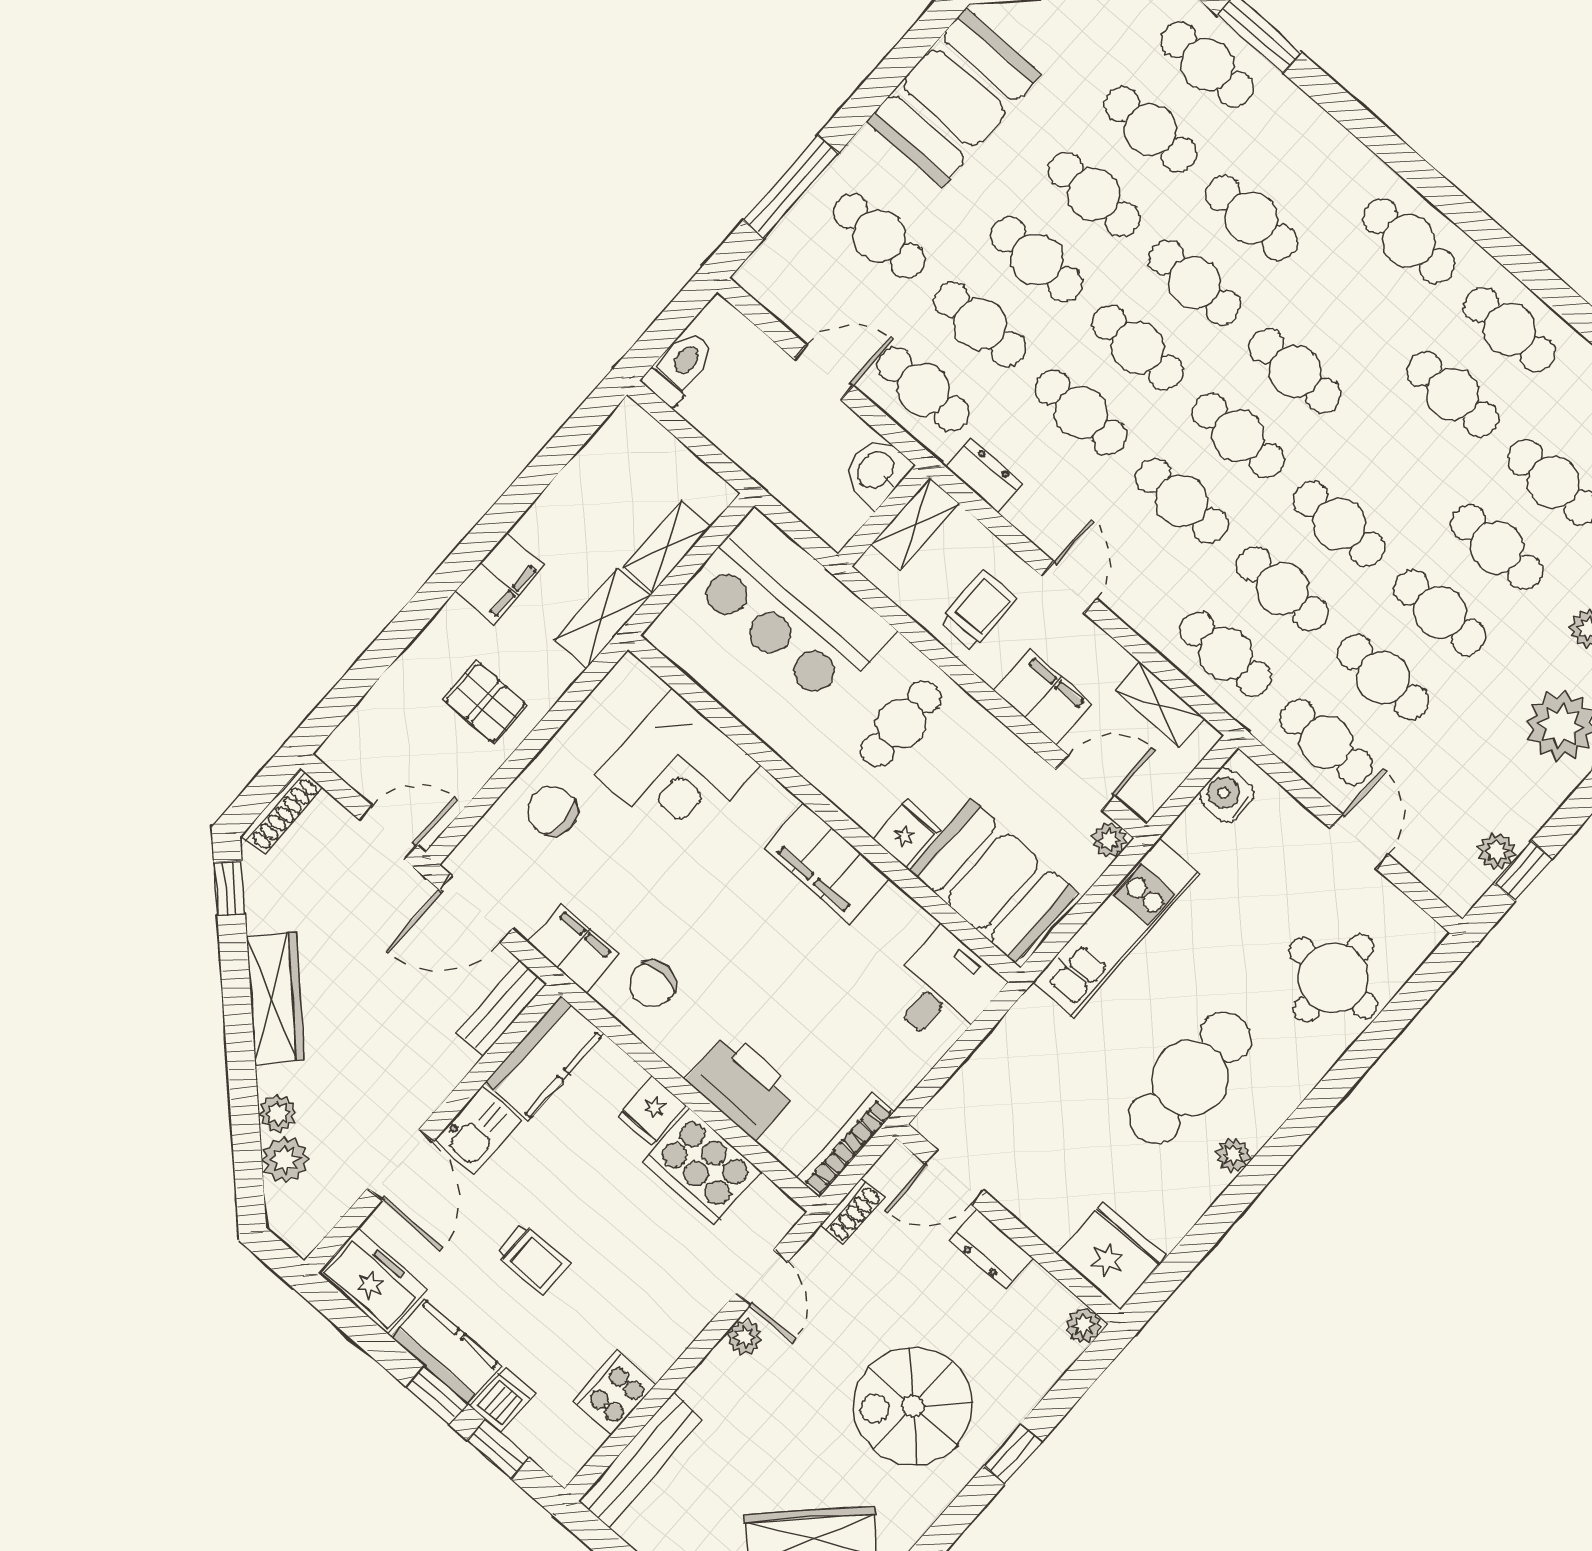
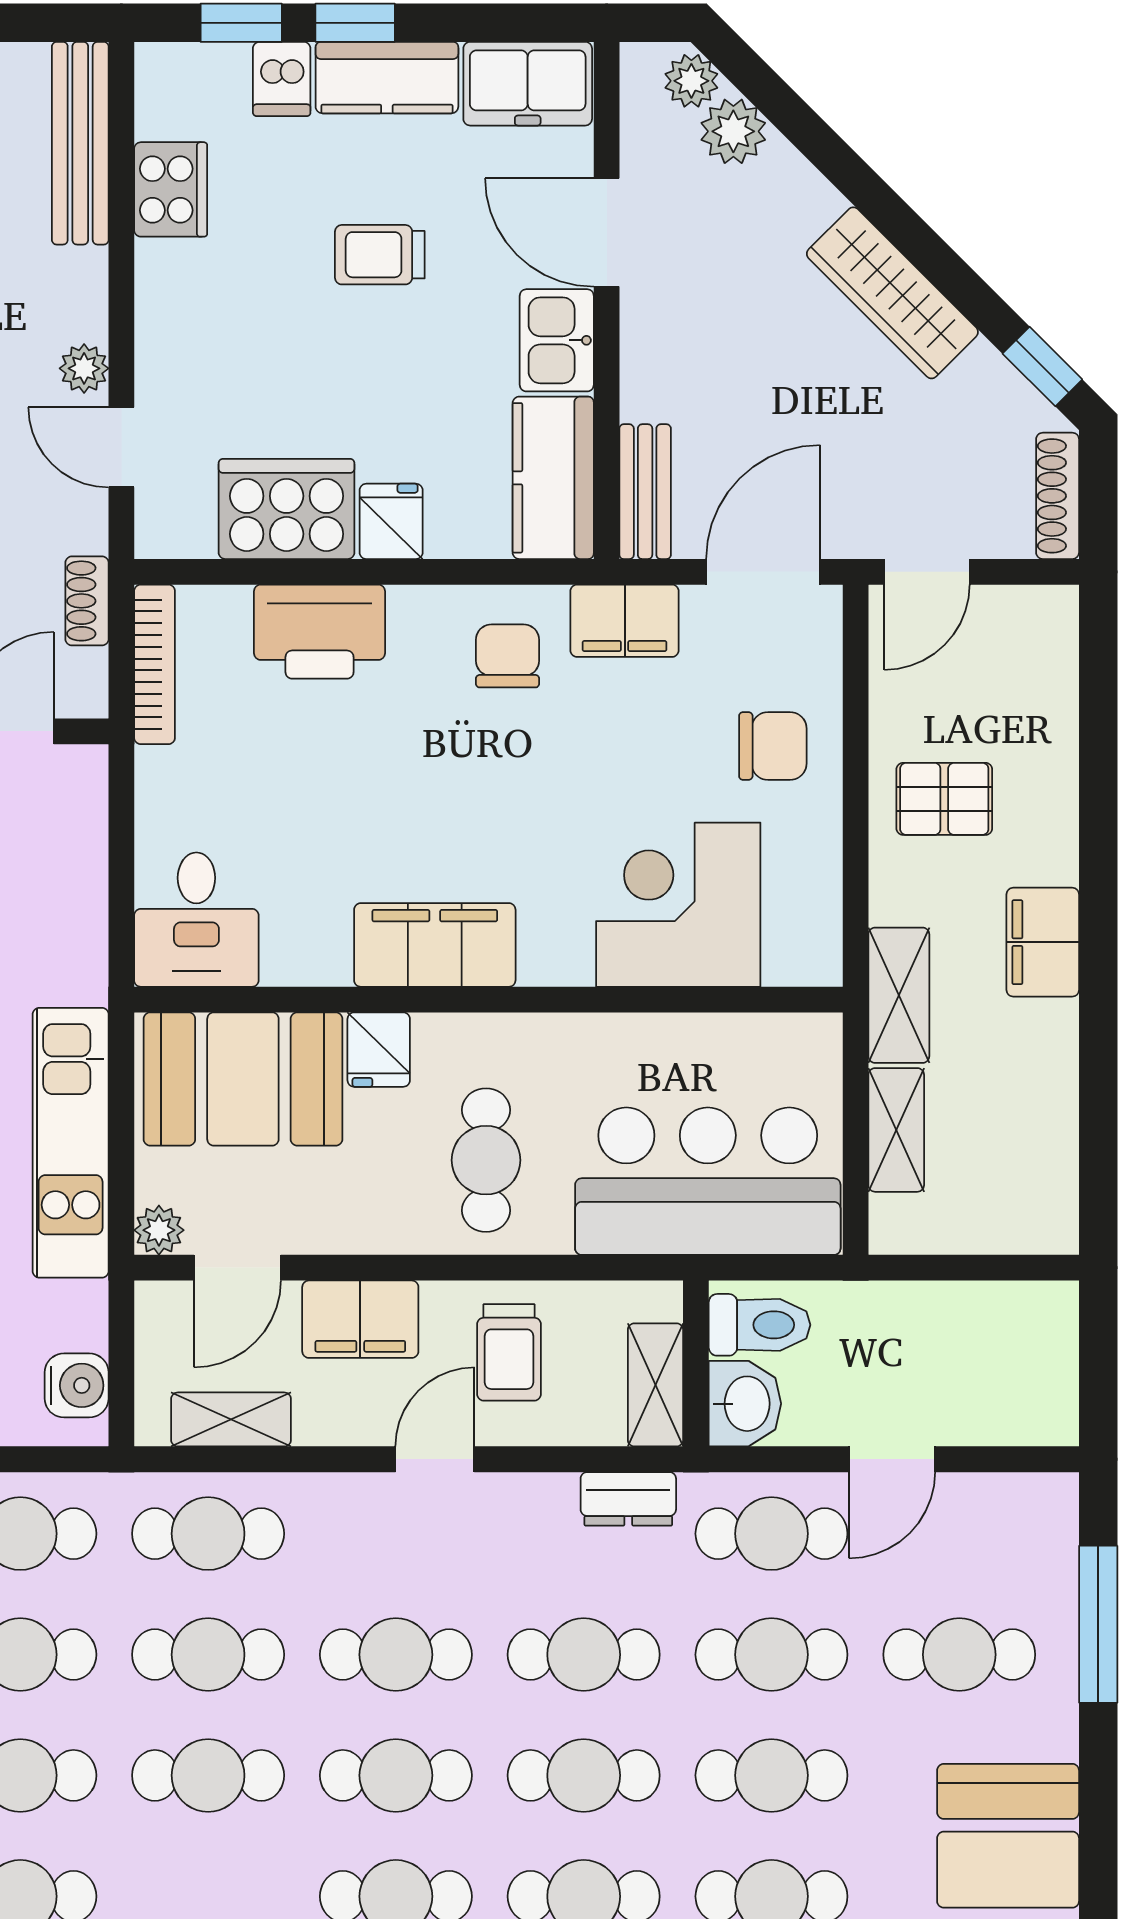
toilet: (680, 368) -> (760, 1325), moved, turned -90
door: (1069, 587) -> (435, 1459), swing flipped
plant: (278, 1113) -> (691, 81), moved

